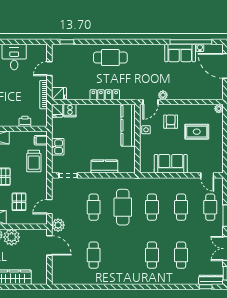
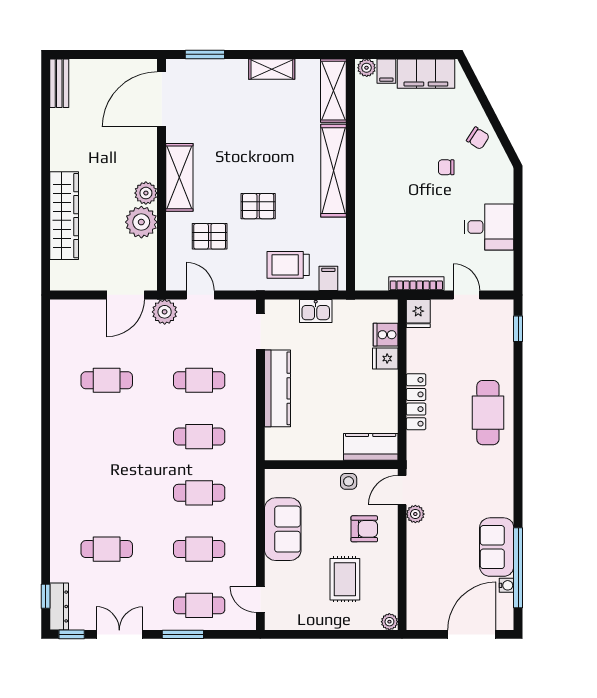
door: (151, 102) -> (402, 490), hinge flipped
fridge: (57, 111) -> (385, 359), moved
printer: (25, 121) -> (365, 248), removed
kitchen counter: (128, 125) -> (371, 447), width x0.67
kitchen counter: (104, 167) -> (277, 388), width x1.50
door: (207, 175) -> (260, 600), hinge flipped
cafe table: (123, 207) -> (199, 437), width x0.73, depth x0.74
cafe table: (152, 255) -> (107, 493), removed

